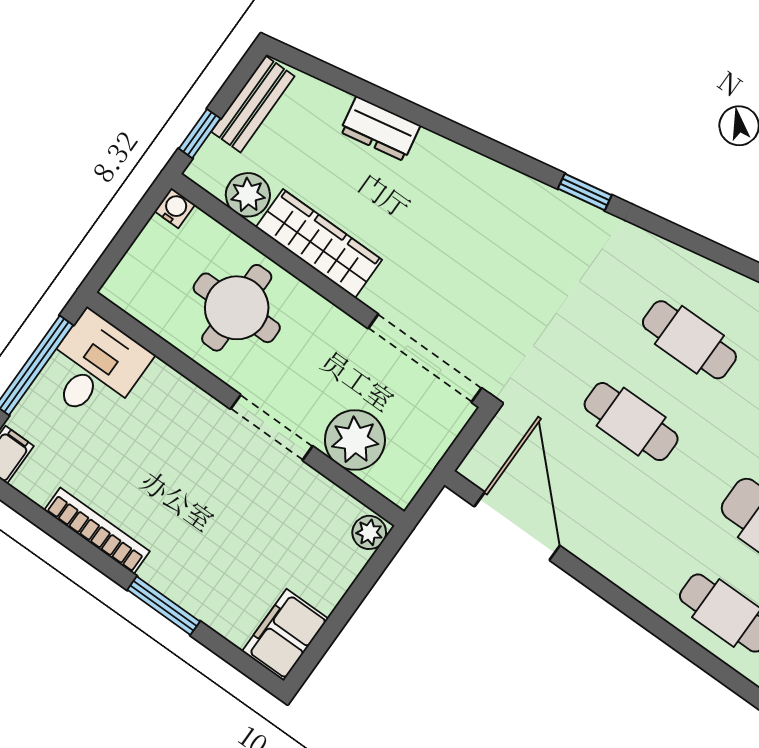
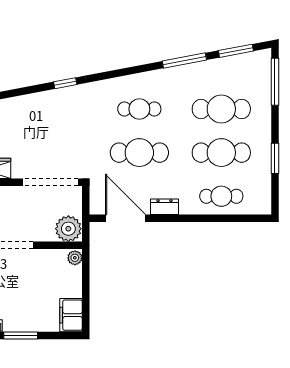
cafe table: (631, 422) -> (139, 153), width x1.37, depth x1.35
plant: (355, 440) -> (68, 229), moved
dresser: (606, 557) -> (165, 207), added

